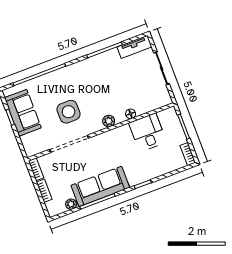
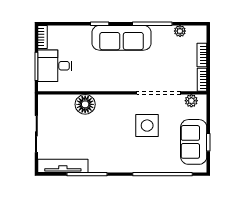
tv unit: (134, 47) -> (63, 166), width x1.41
floor lamp: (131, 114) -> (85, 104), width x1.89, depth x1.89
plant: (109, 121) -> (191, 101), moved
desk: (148, 132) -> (55, 66), moved, turned 90
sofa: (100, 186) -> (122, 38), moved

